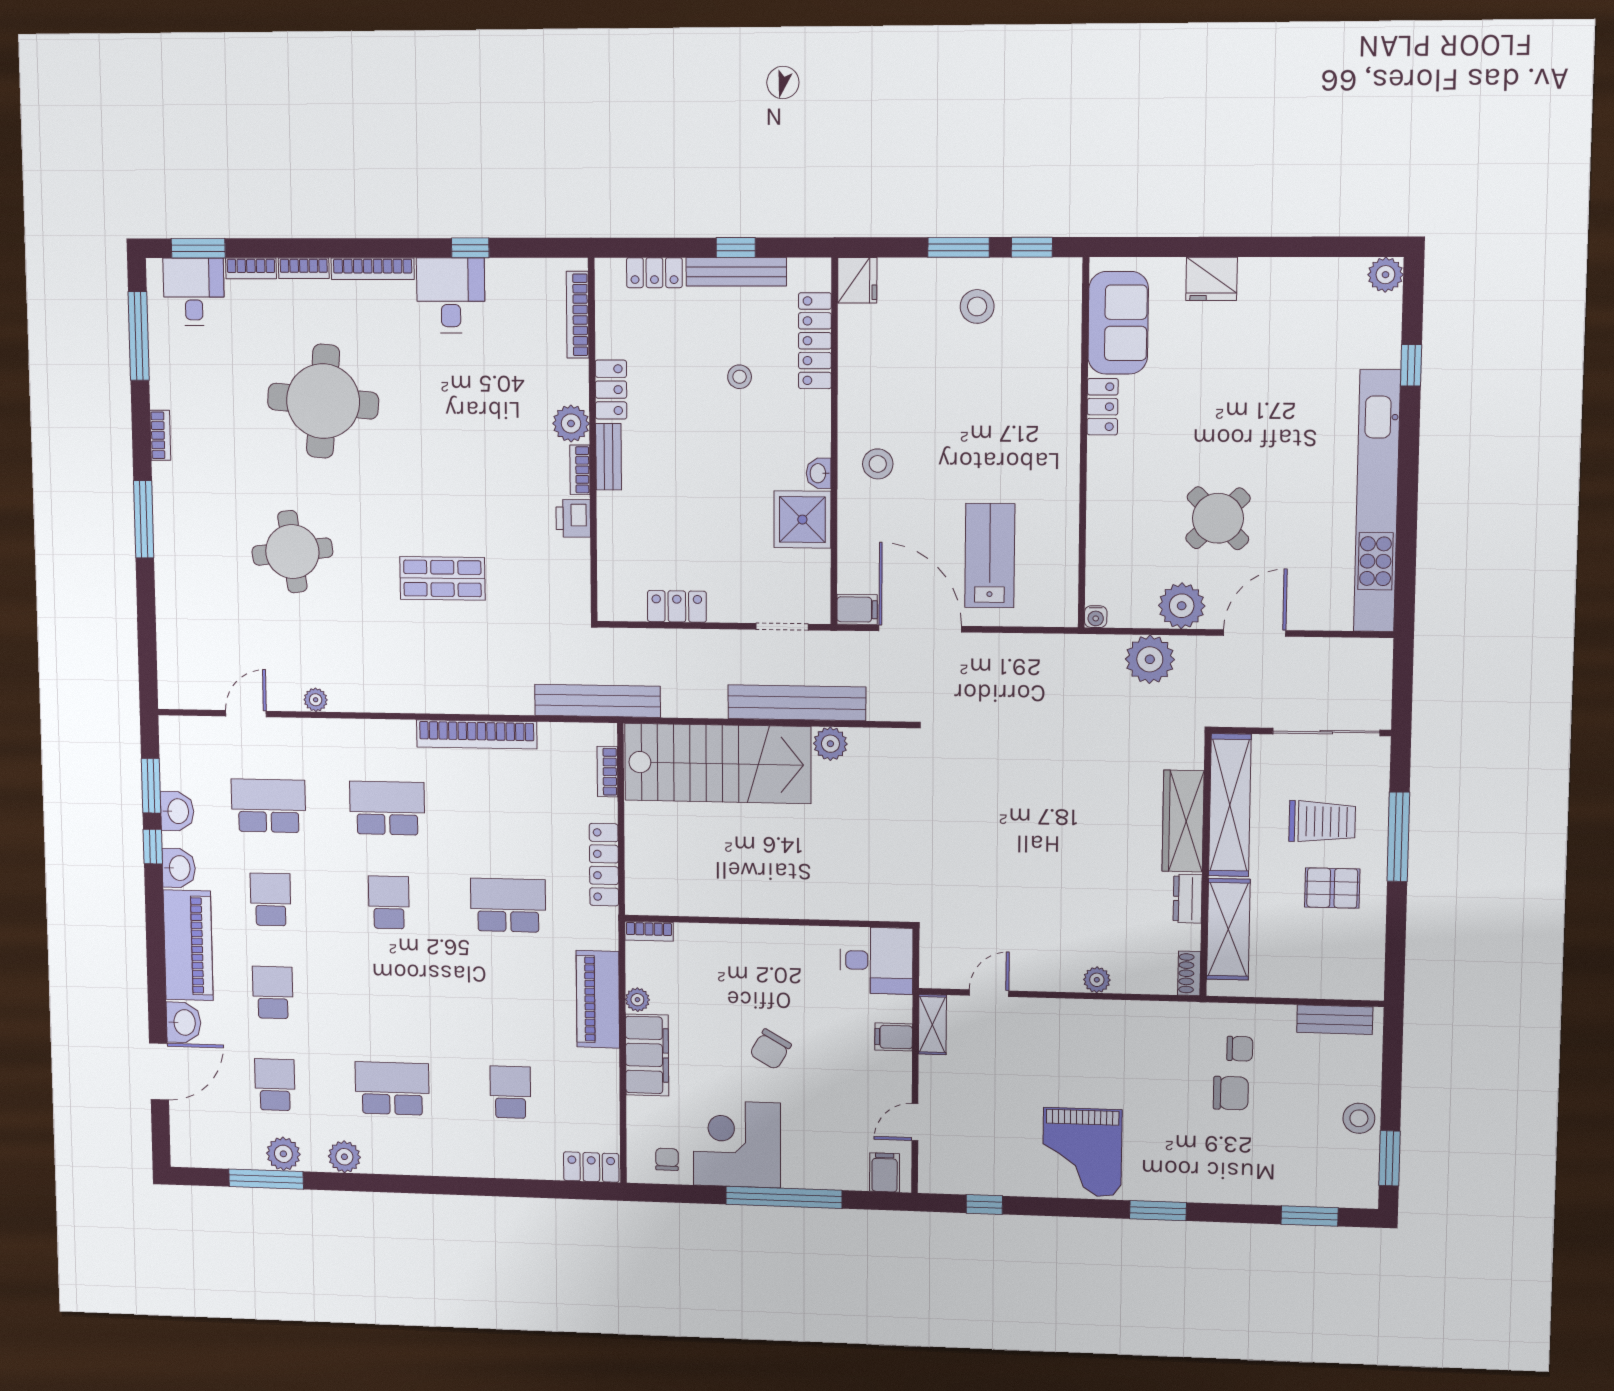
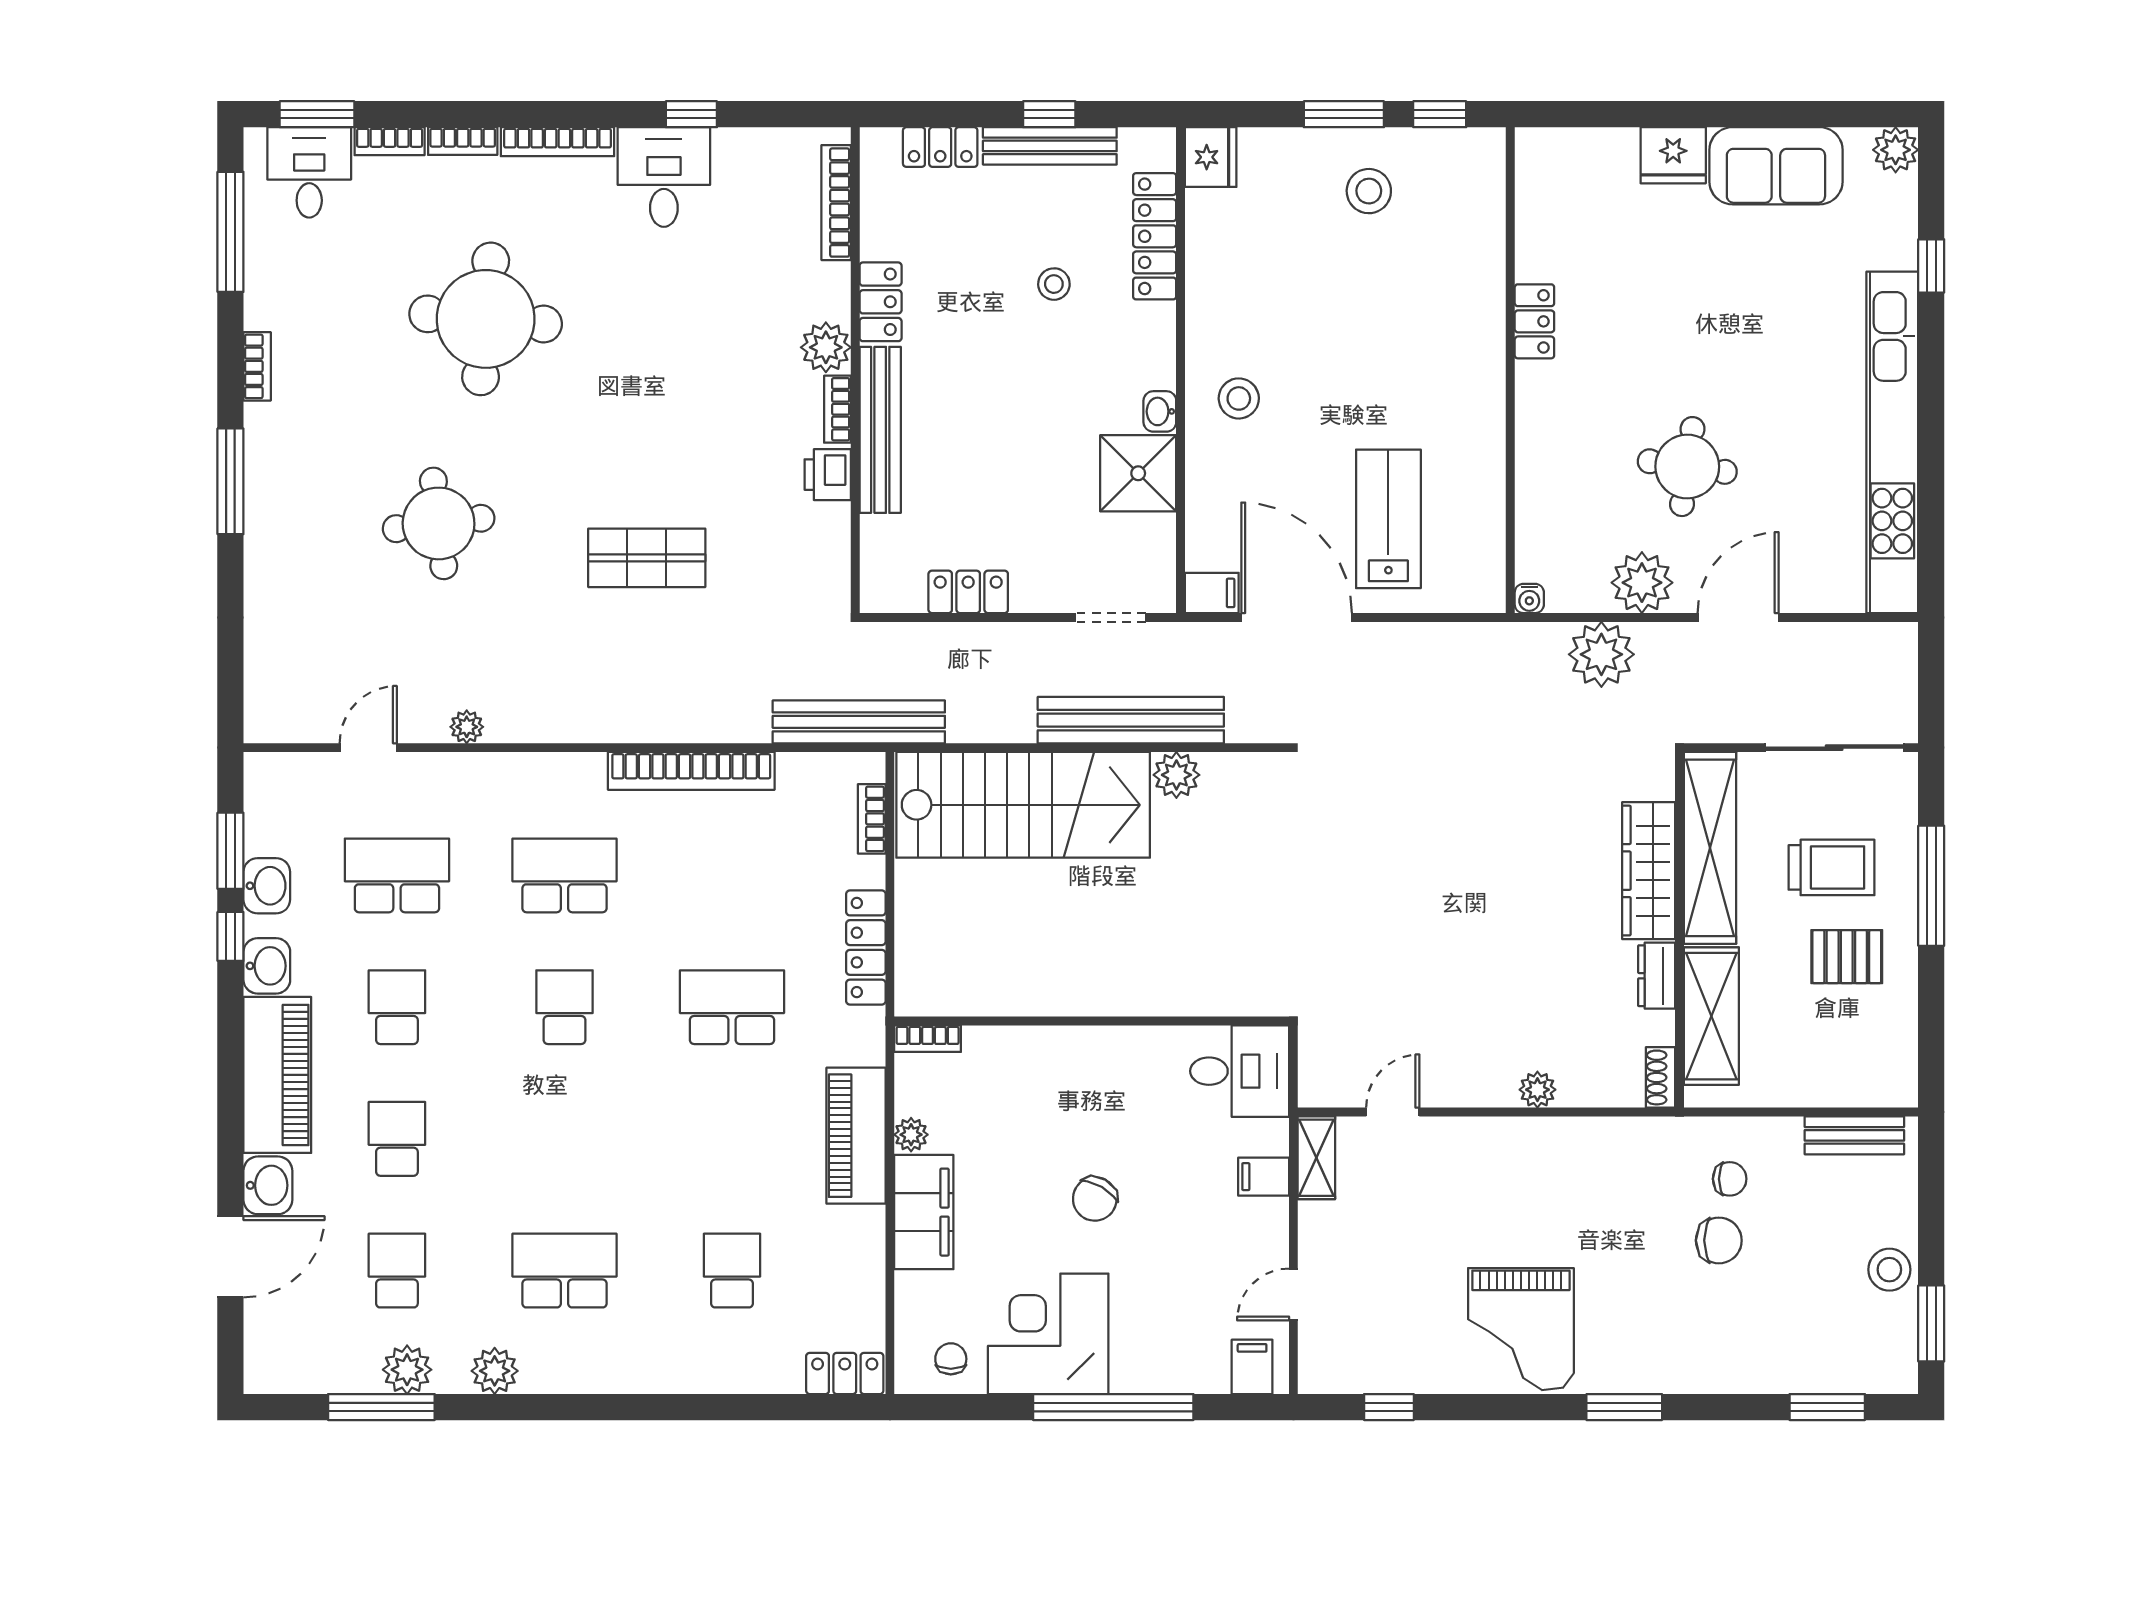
sofa: (1118, 323) -> (1776, 166), moved, turned 90
bench: (609, 457) -> (880, 430), width x1.86, depth x1.21
round table: (1218, 518) -> (1687, 467), turned -38

